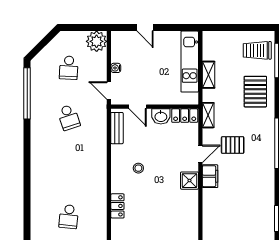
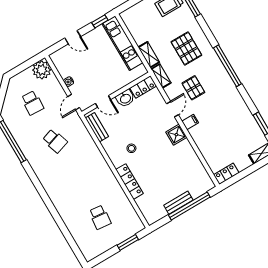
window: (180, 28) -> (100, 21), added
shelving: (209, 75) -> (149, 55), moved
door: (109, 91) -> (74, 102), hinge flipped
pallet: (255, 92) -> (186, 48), moved
pallet: (233, 145) -> (193, 88), turned 90
filing cabinet: (210, 176) -> (190, 122), width x0.50
locker: (117, 206) -> (129, 182), width x1.53

